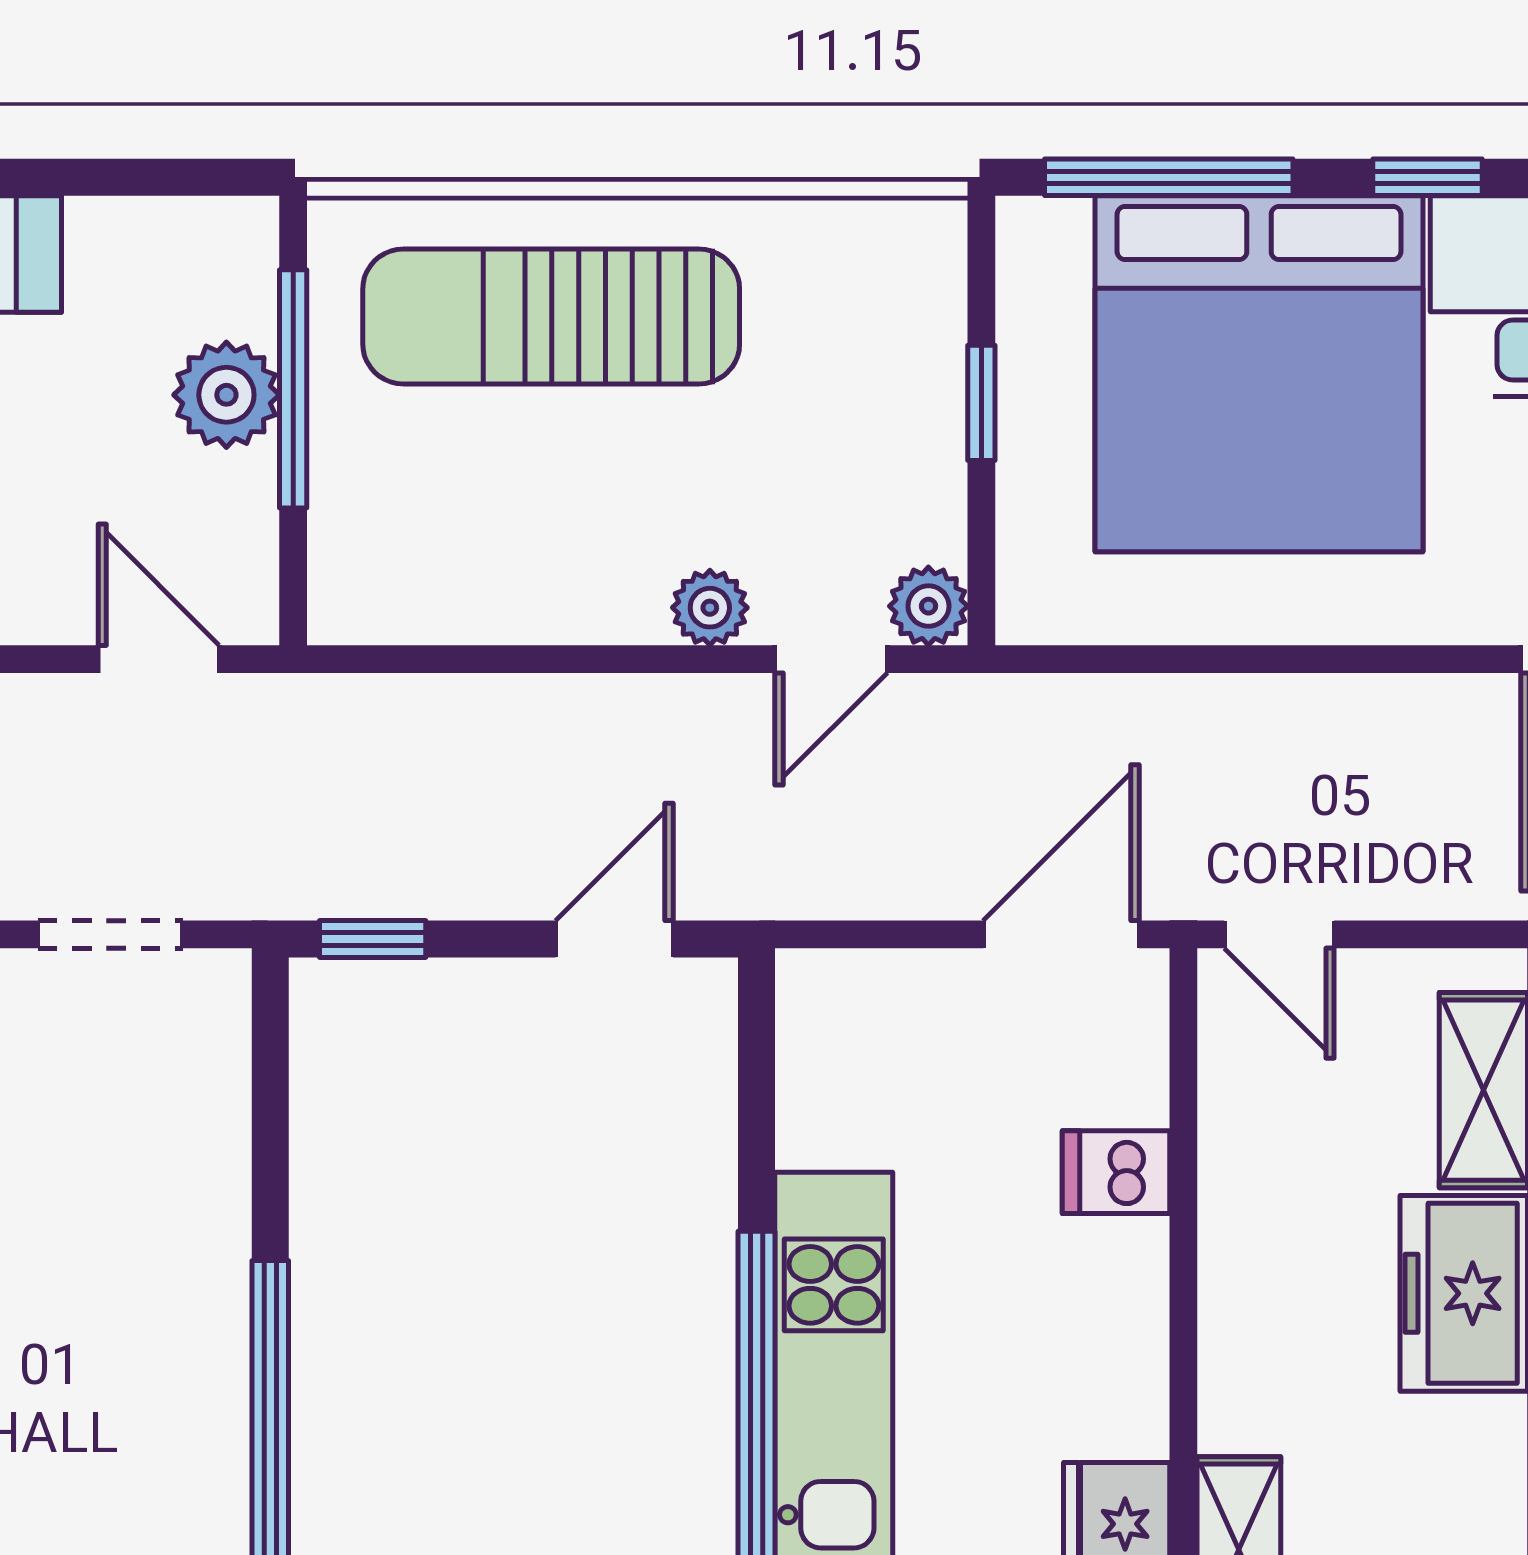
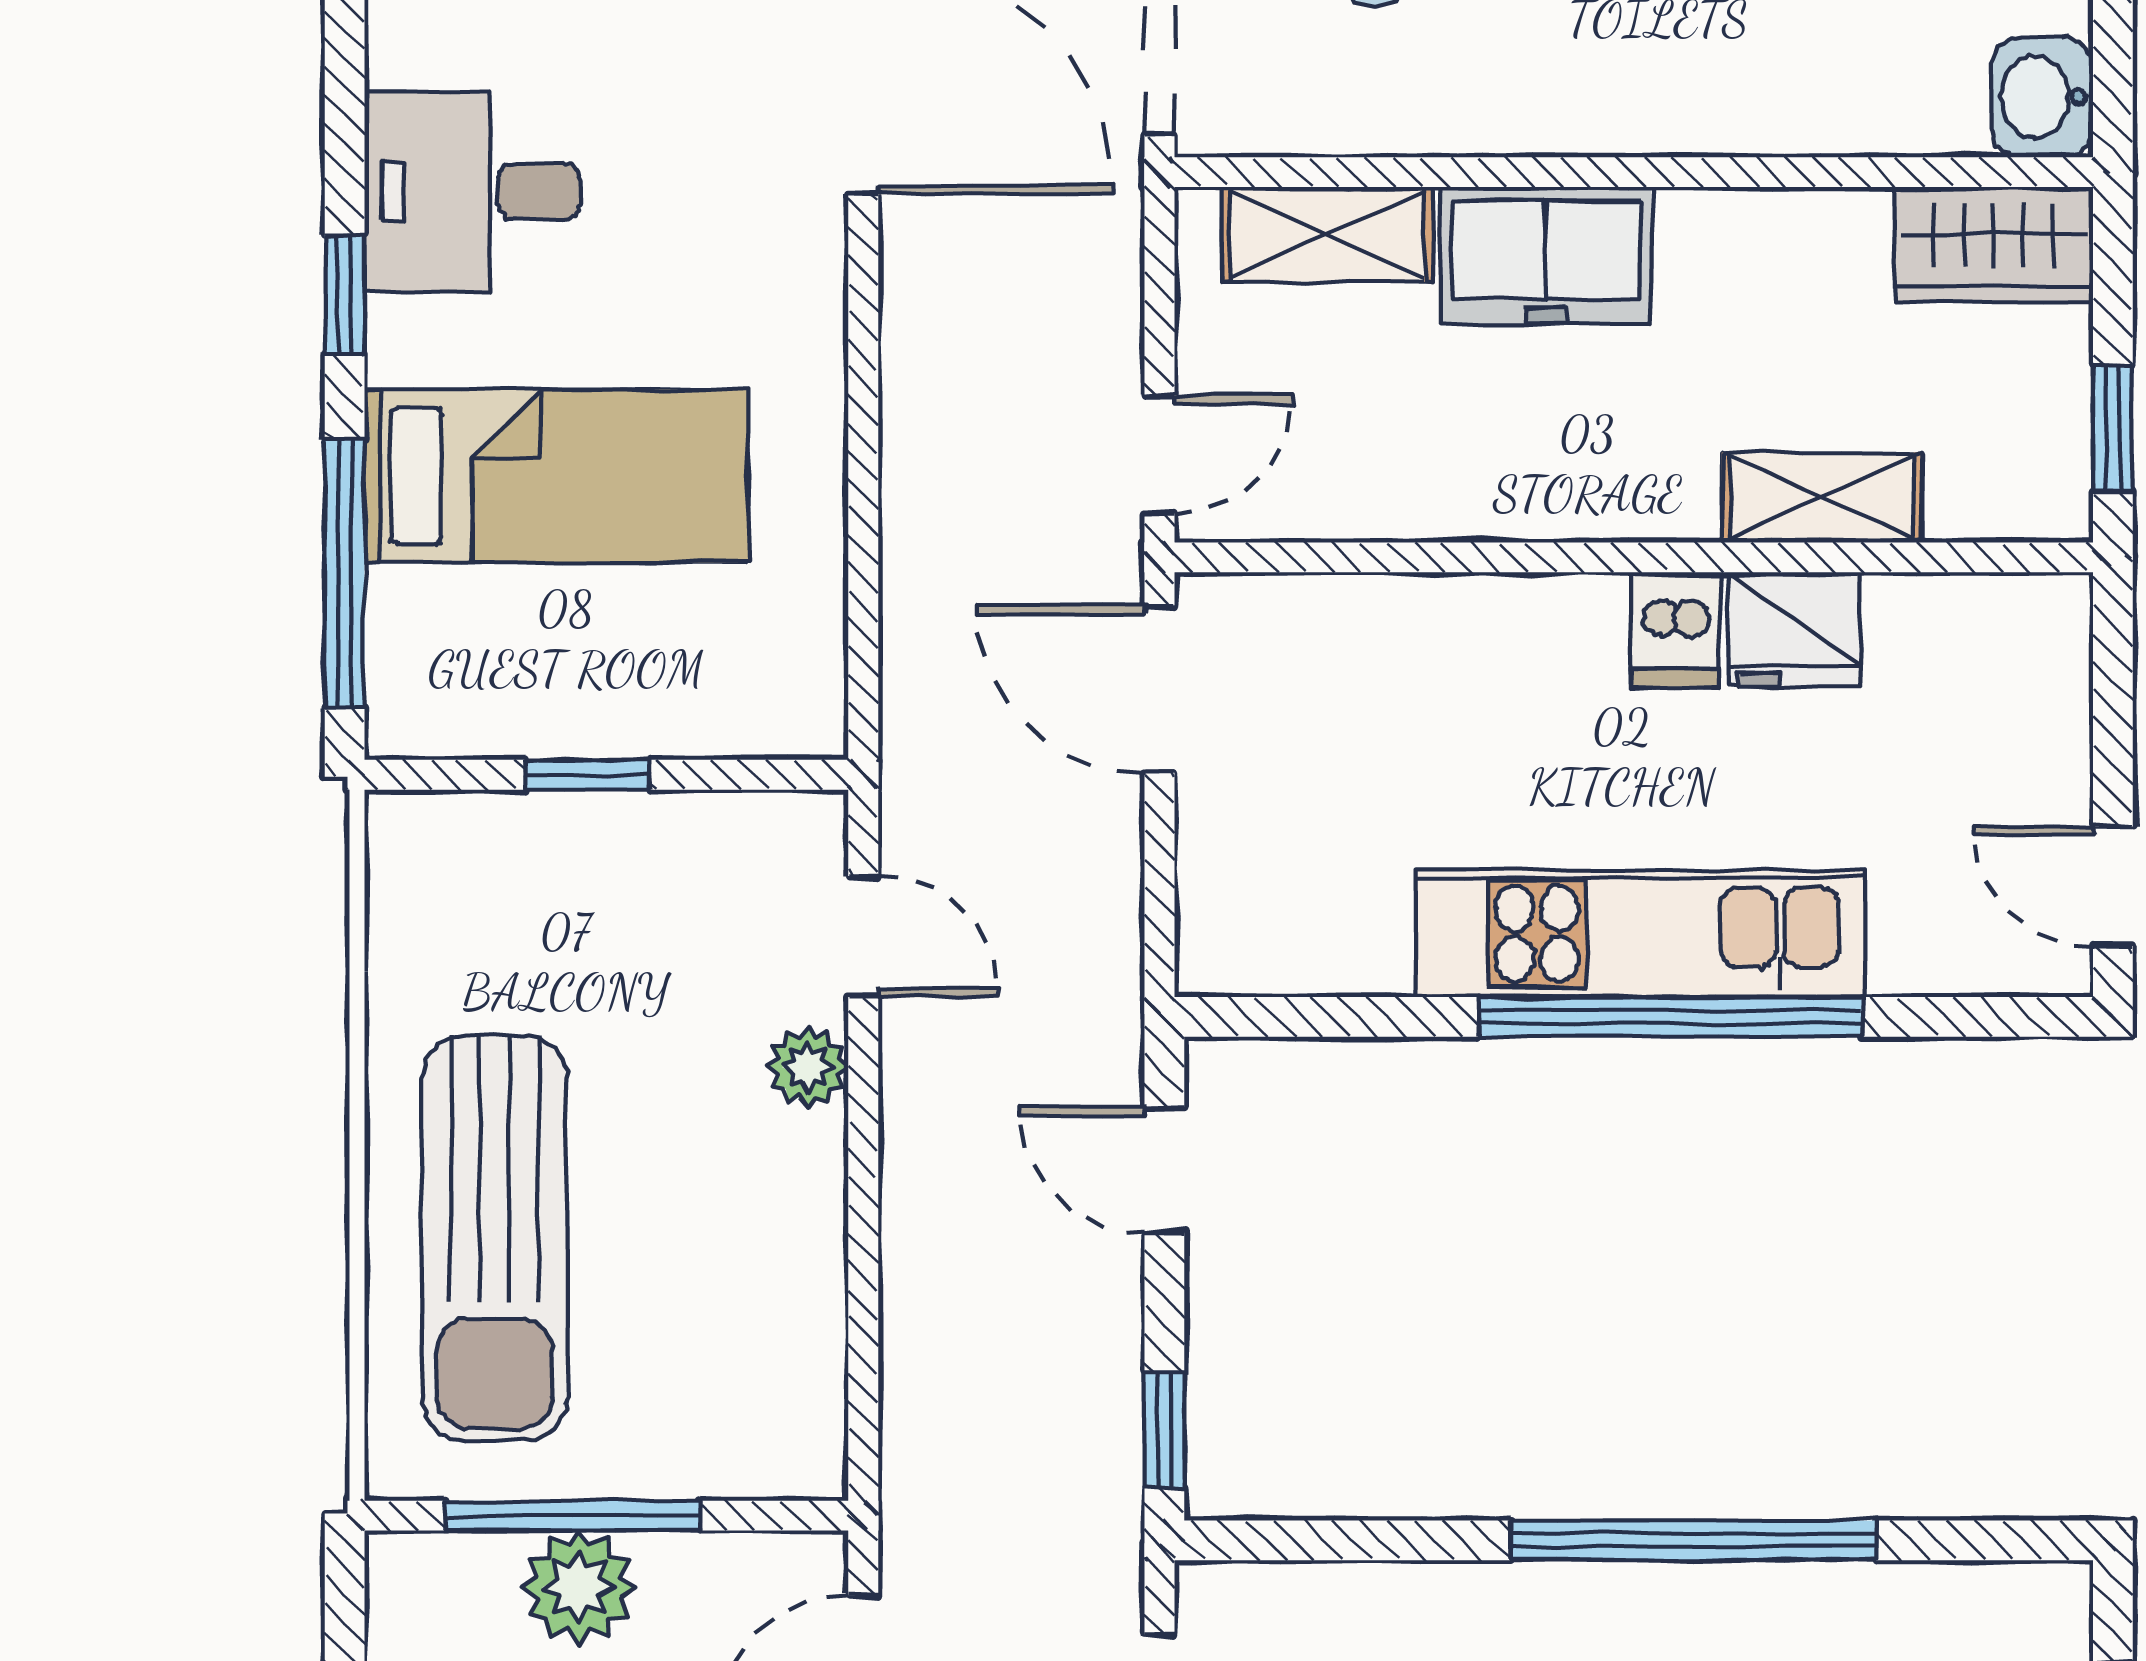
bed: (1259, 374) -> (556, 476), width x0.49
plant: (928, 606) -> (806, 832), removed
dishwasher: (1116, 1172) -> (1675, 630), moved

